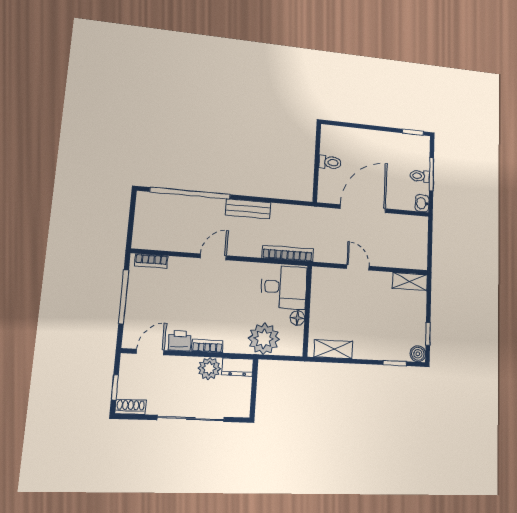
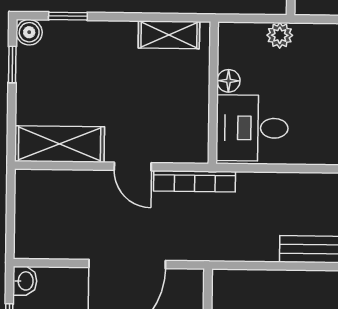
bookcase: (288, 253) -> (195, 181), moved
shelving: (410, 282) -> (60, 144), width x1.50, depth x1.33
plant: (264, 339) -> (280, 35), width x0.53, depth x0.53

